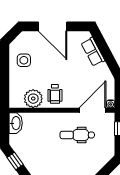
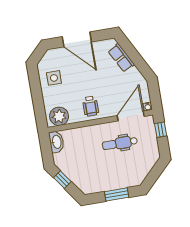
plant: (33, 99) -> (59, 116), moved

